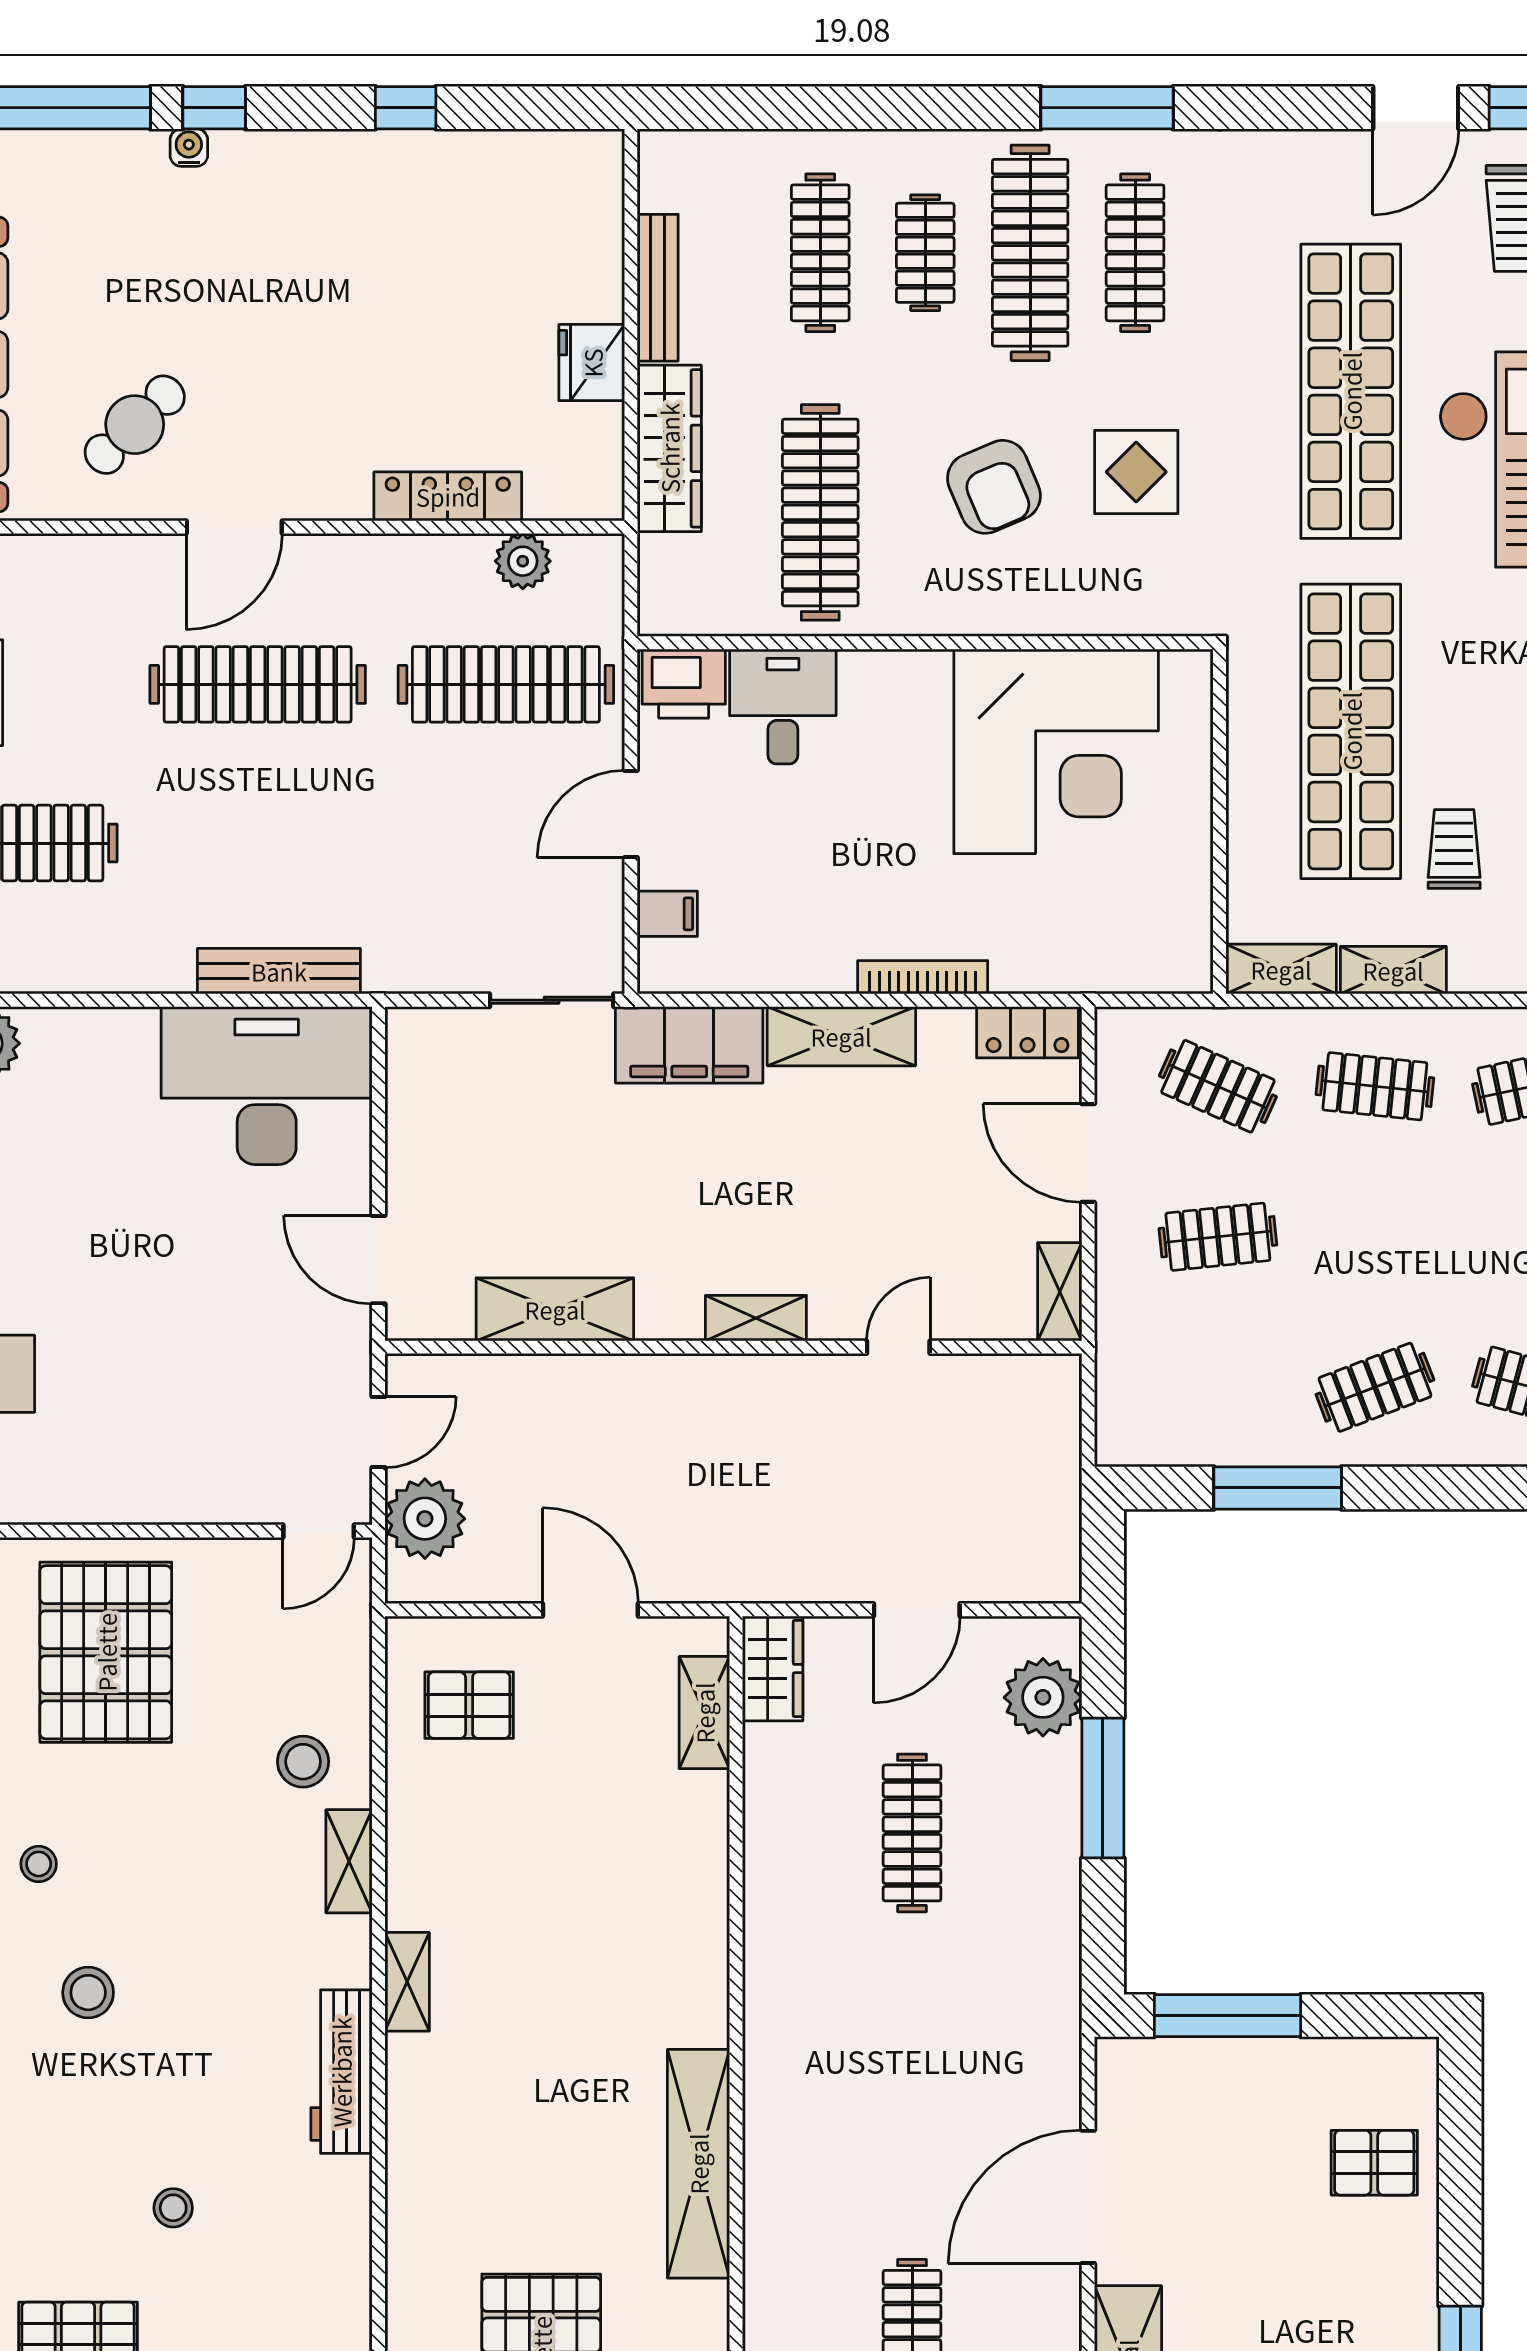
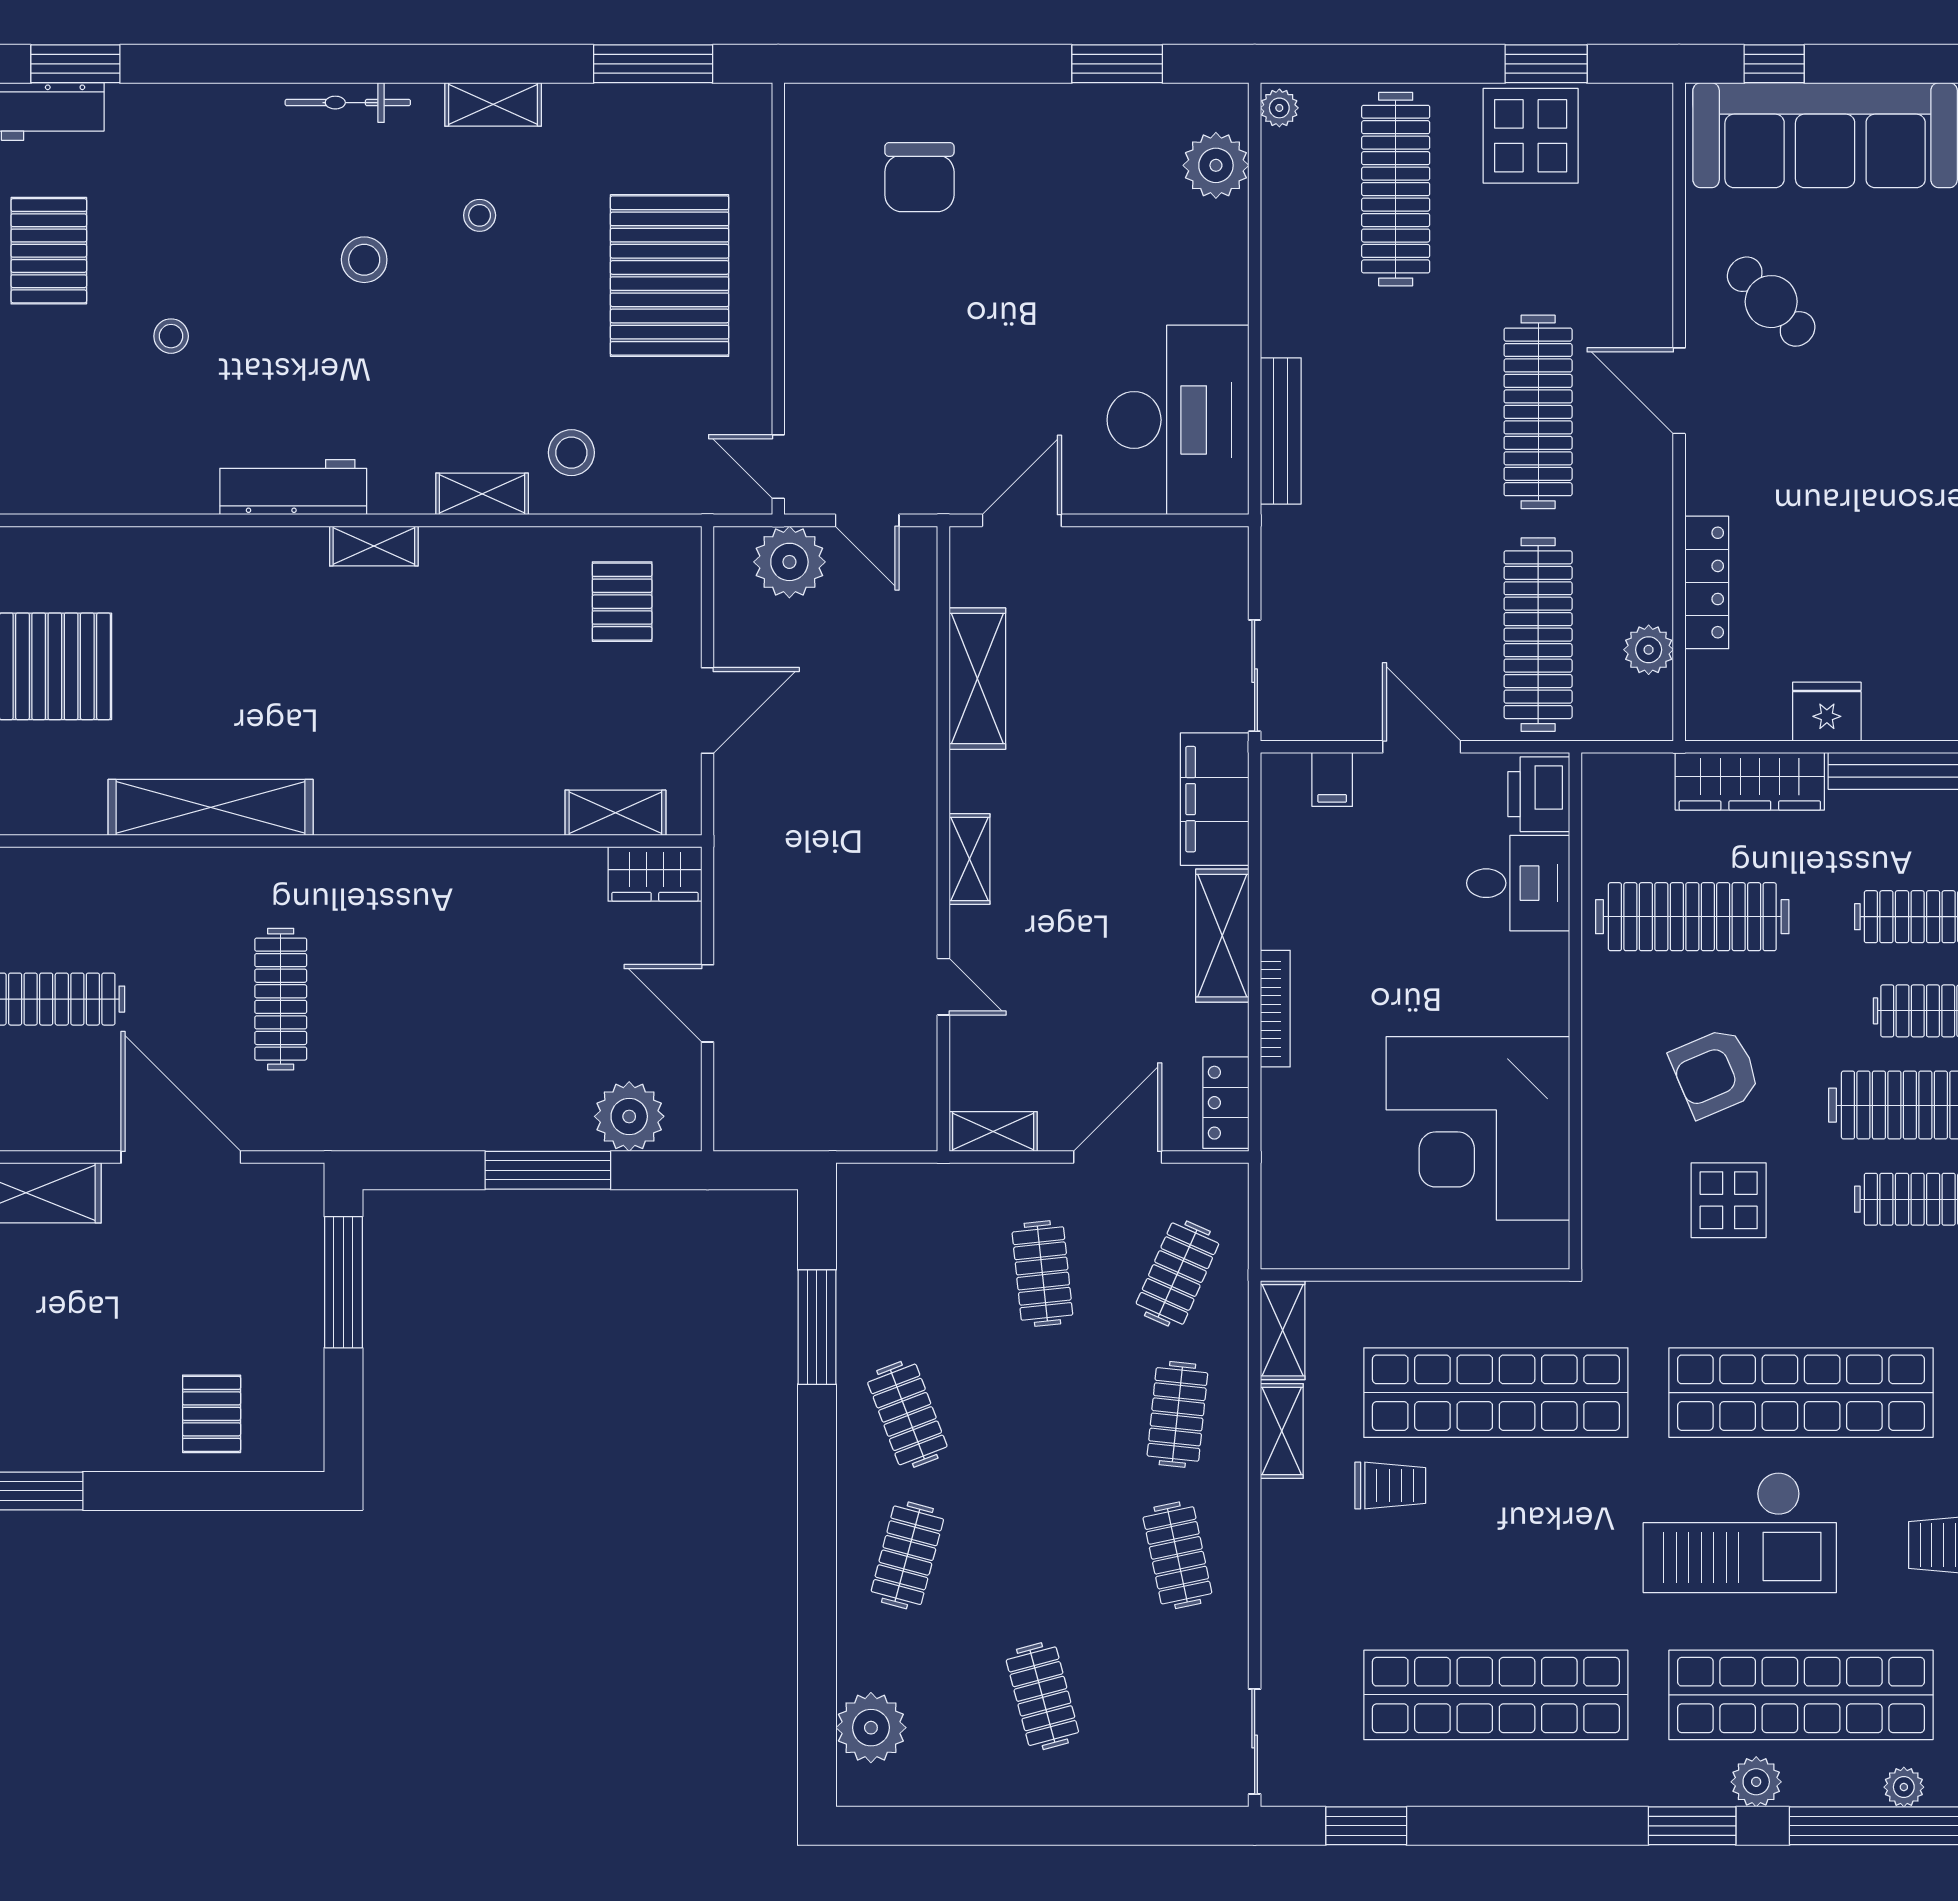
pallet: (106, 1652) -> (670, 276), turned 90
clothes rail: (912, 1833) -> (281, 999), moved, turned 90

